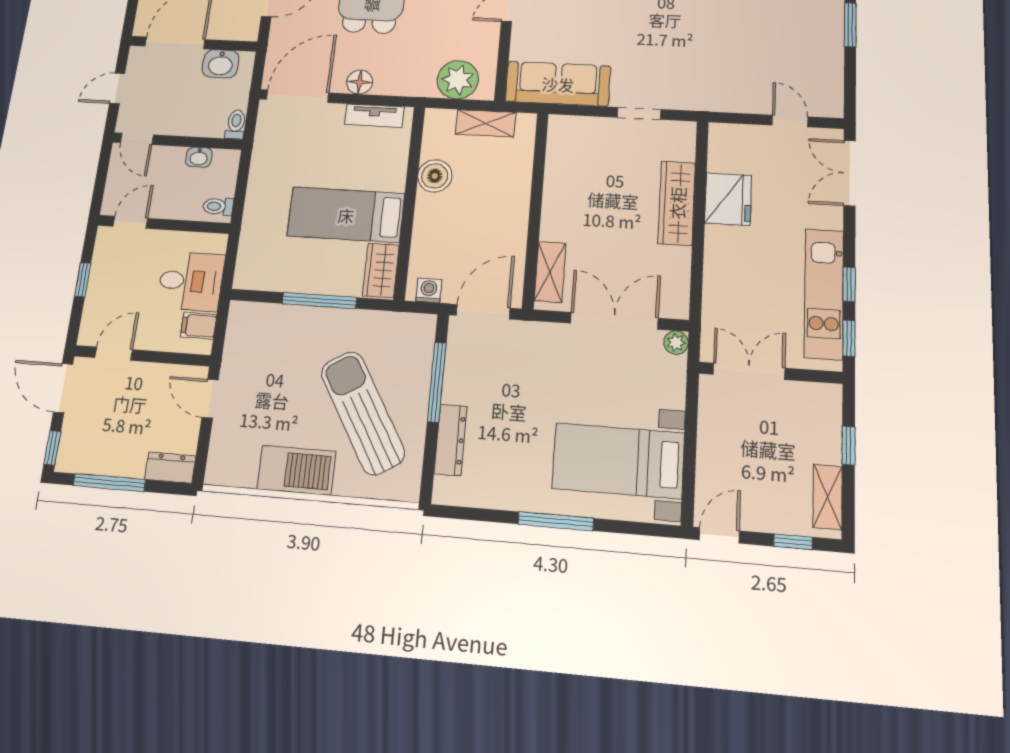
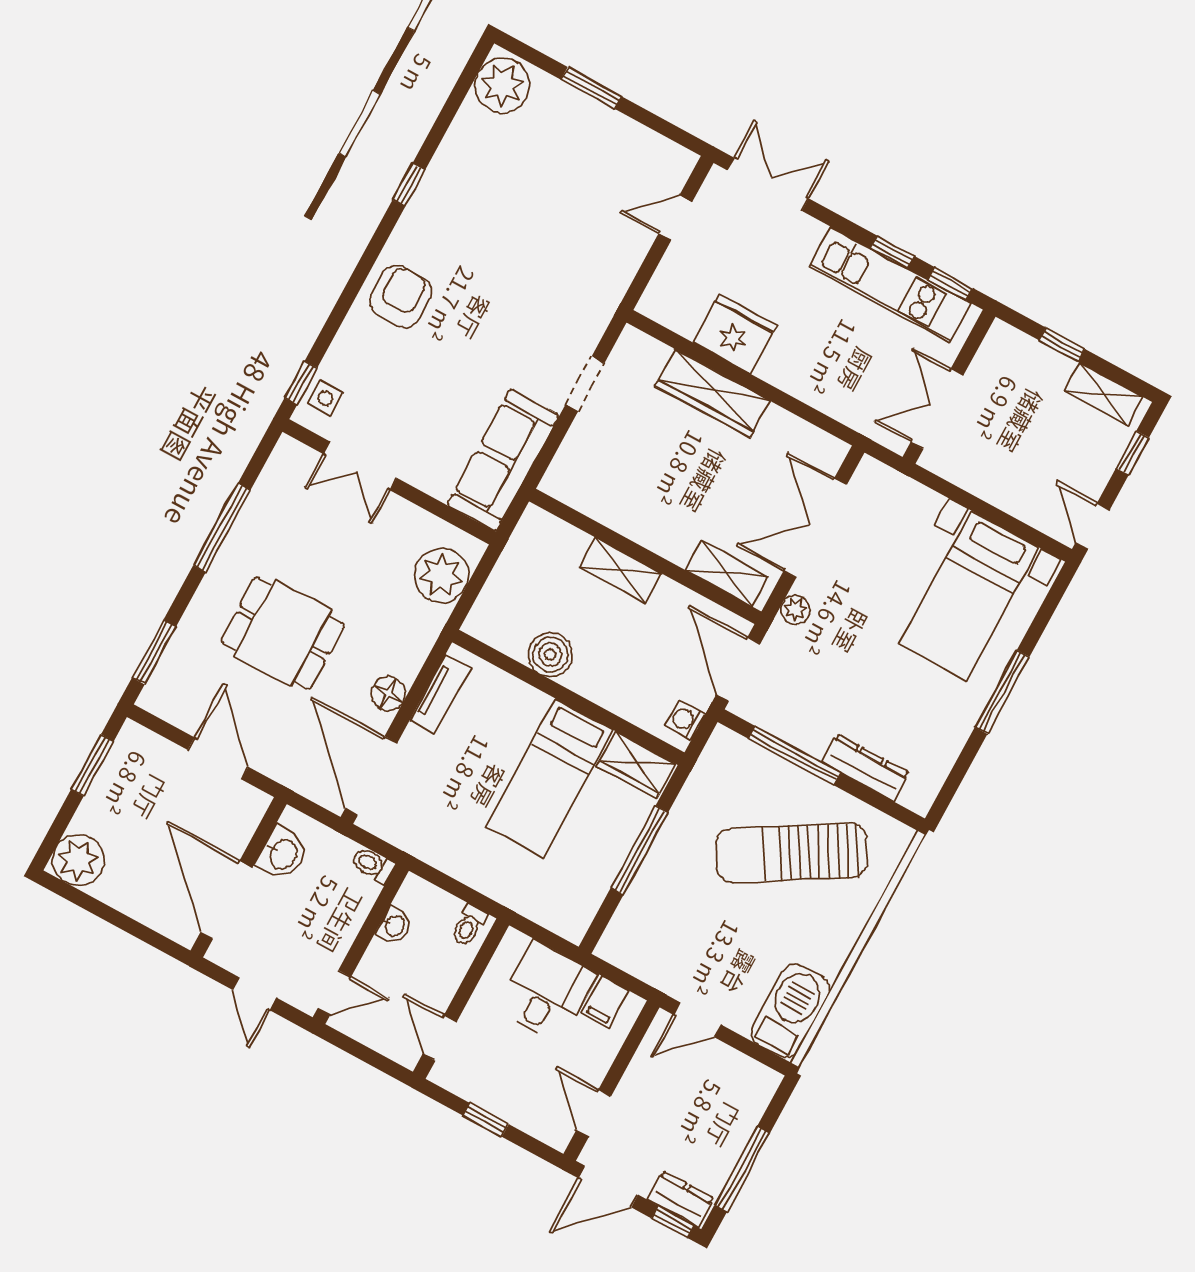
shelving: (486, 123) -> (621, 570), moved, turned 90
double door: (850, 173) -> (768, 184), swing flipped
plant: (676, 343) -> (795, 610), moved
dresser: (170, 468) -> (680, 1199), moved, turned 90
barbecue: (297, 470) -> (790, 1011), moved

